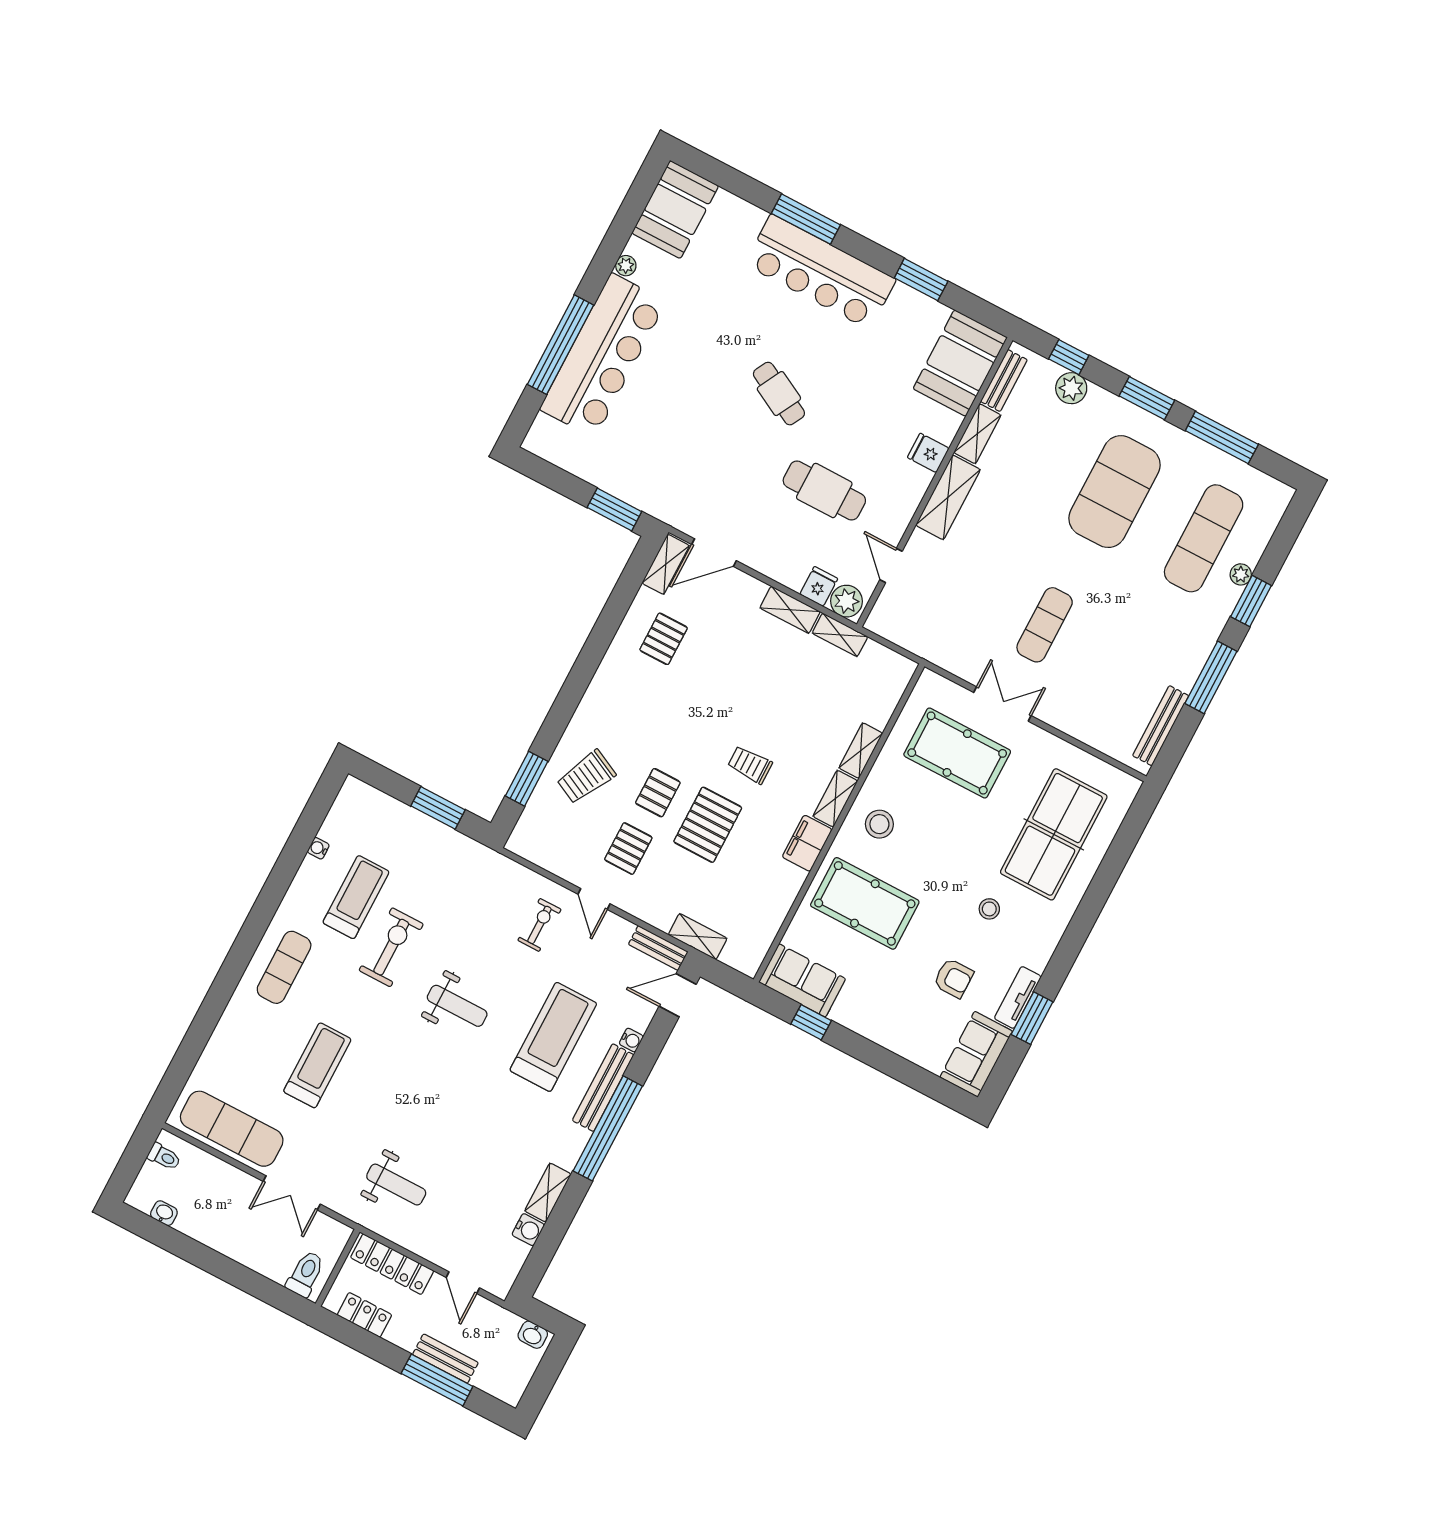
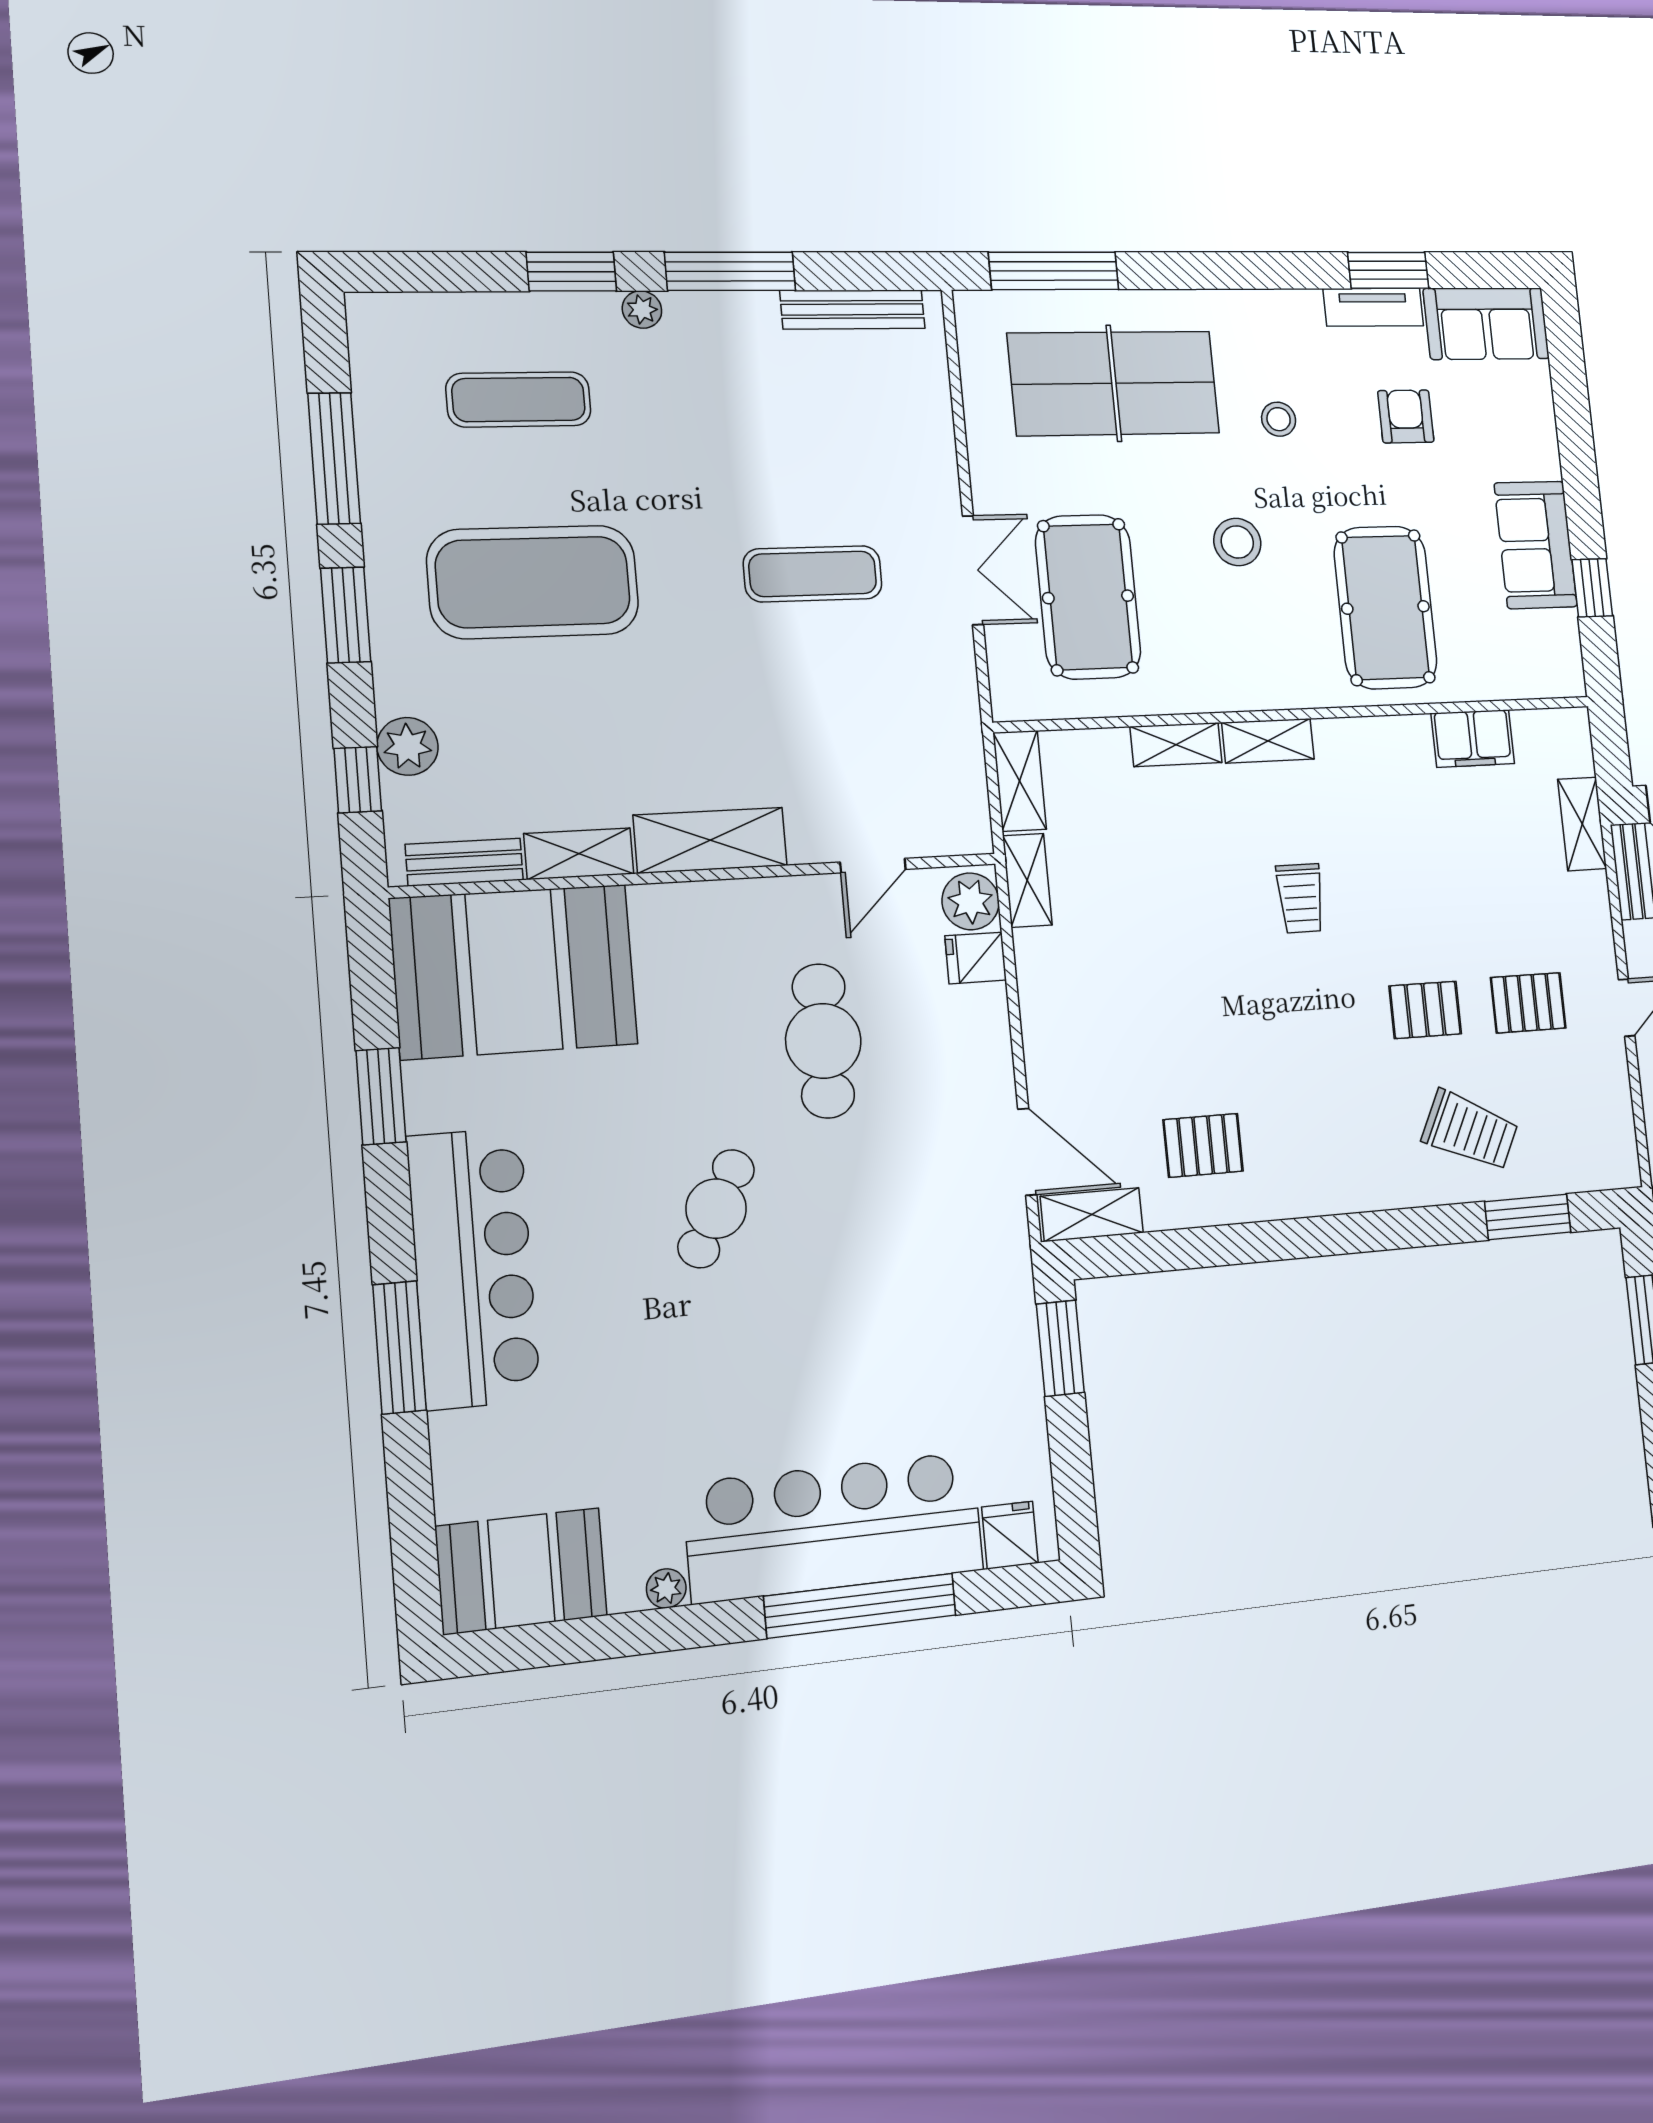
booth: (960, 363) -> (514, 971), width x1.36, depth x1.42
fridge: (928, 453) -> (1010, 1535), moved, turned 180
exercise mat: (1204, 538) -> (519, 399), width x0.73, depth x0.69
plant: (1241, 574) -> (642, 310), moved
shelving: (790, 610) -> (1020, 781), moved
double door: (1002, 704) -> (973, 570), swing flipped
stool: (879, 824) -> (1237, 542), moved
pallet: (708, 825) -> (1423, 907), removed
window: (1126, 840) -> (1054, 271), added
filing cabinet: (807, 843) -> (1473, 738), moved
sofa: (802, 980) -> (1536, 545), moved

